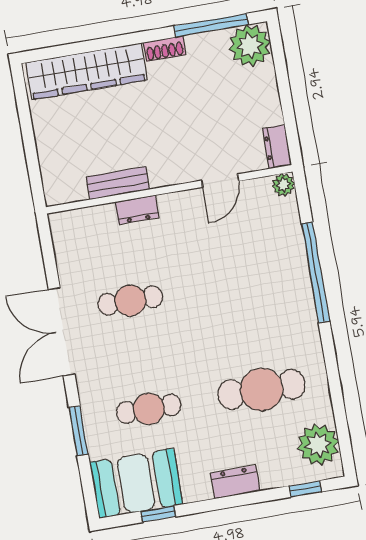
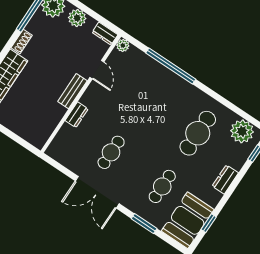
plant: (263, 92) -> (77, 18), added
bench: (118, 183) -> (72, 91), moved

